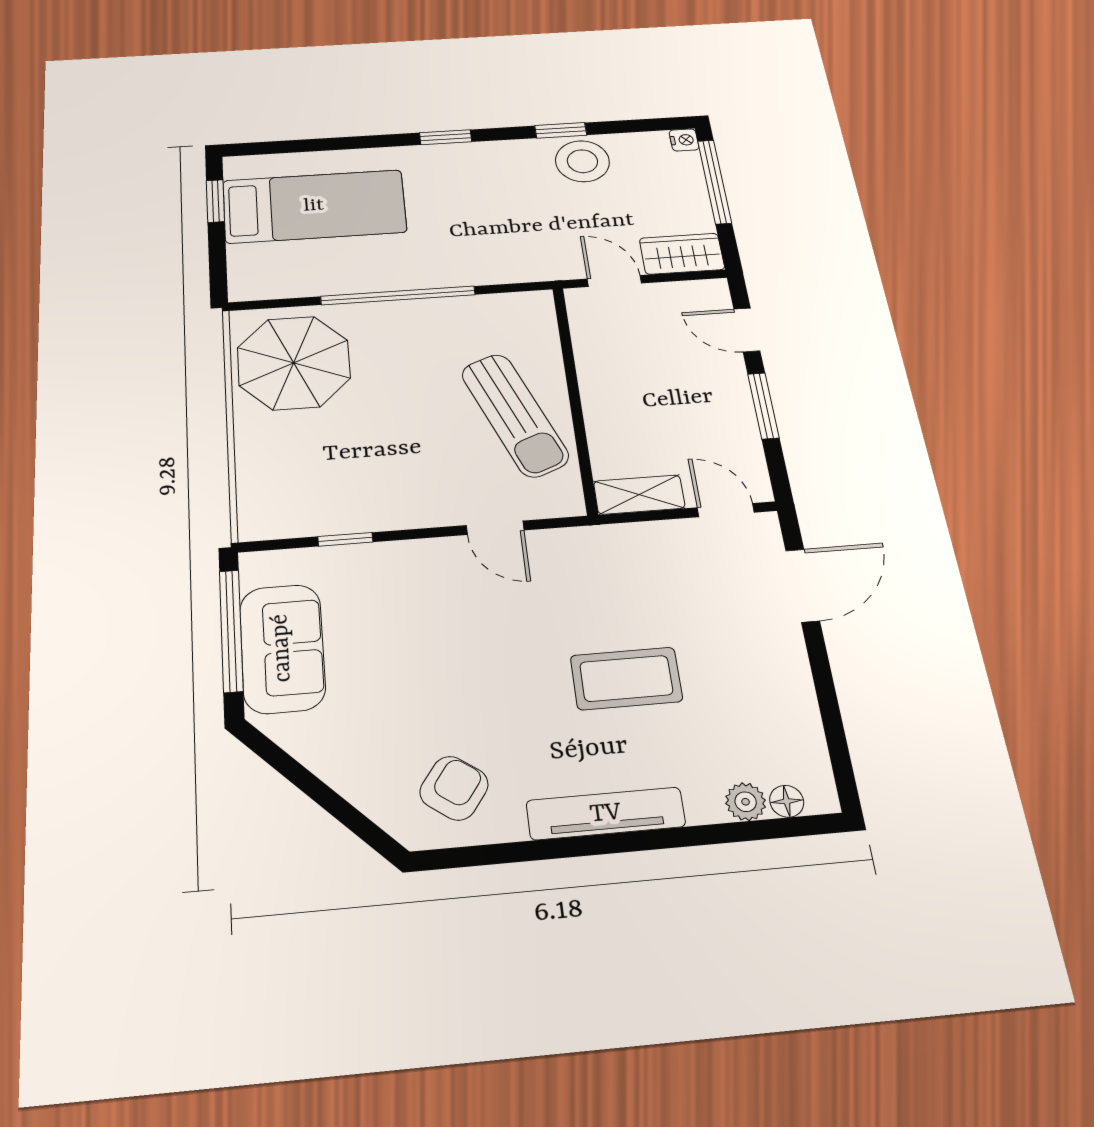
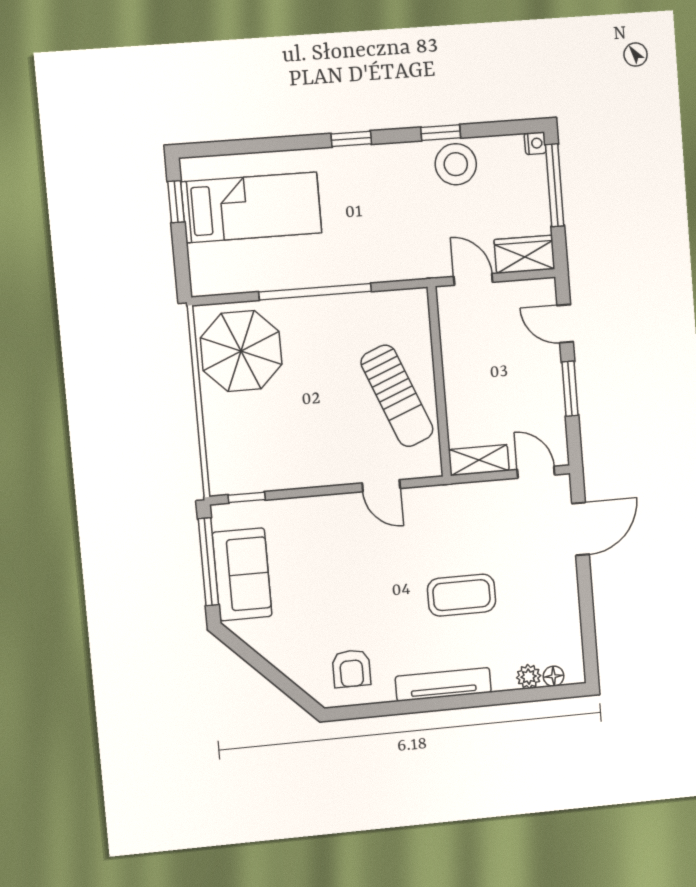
window: (345, 539) -> (247, 497), moved
armchair: (454, 788) -> (351, 668), turned 144

